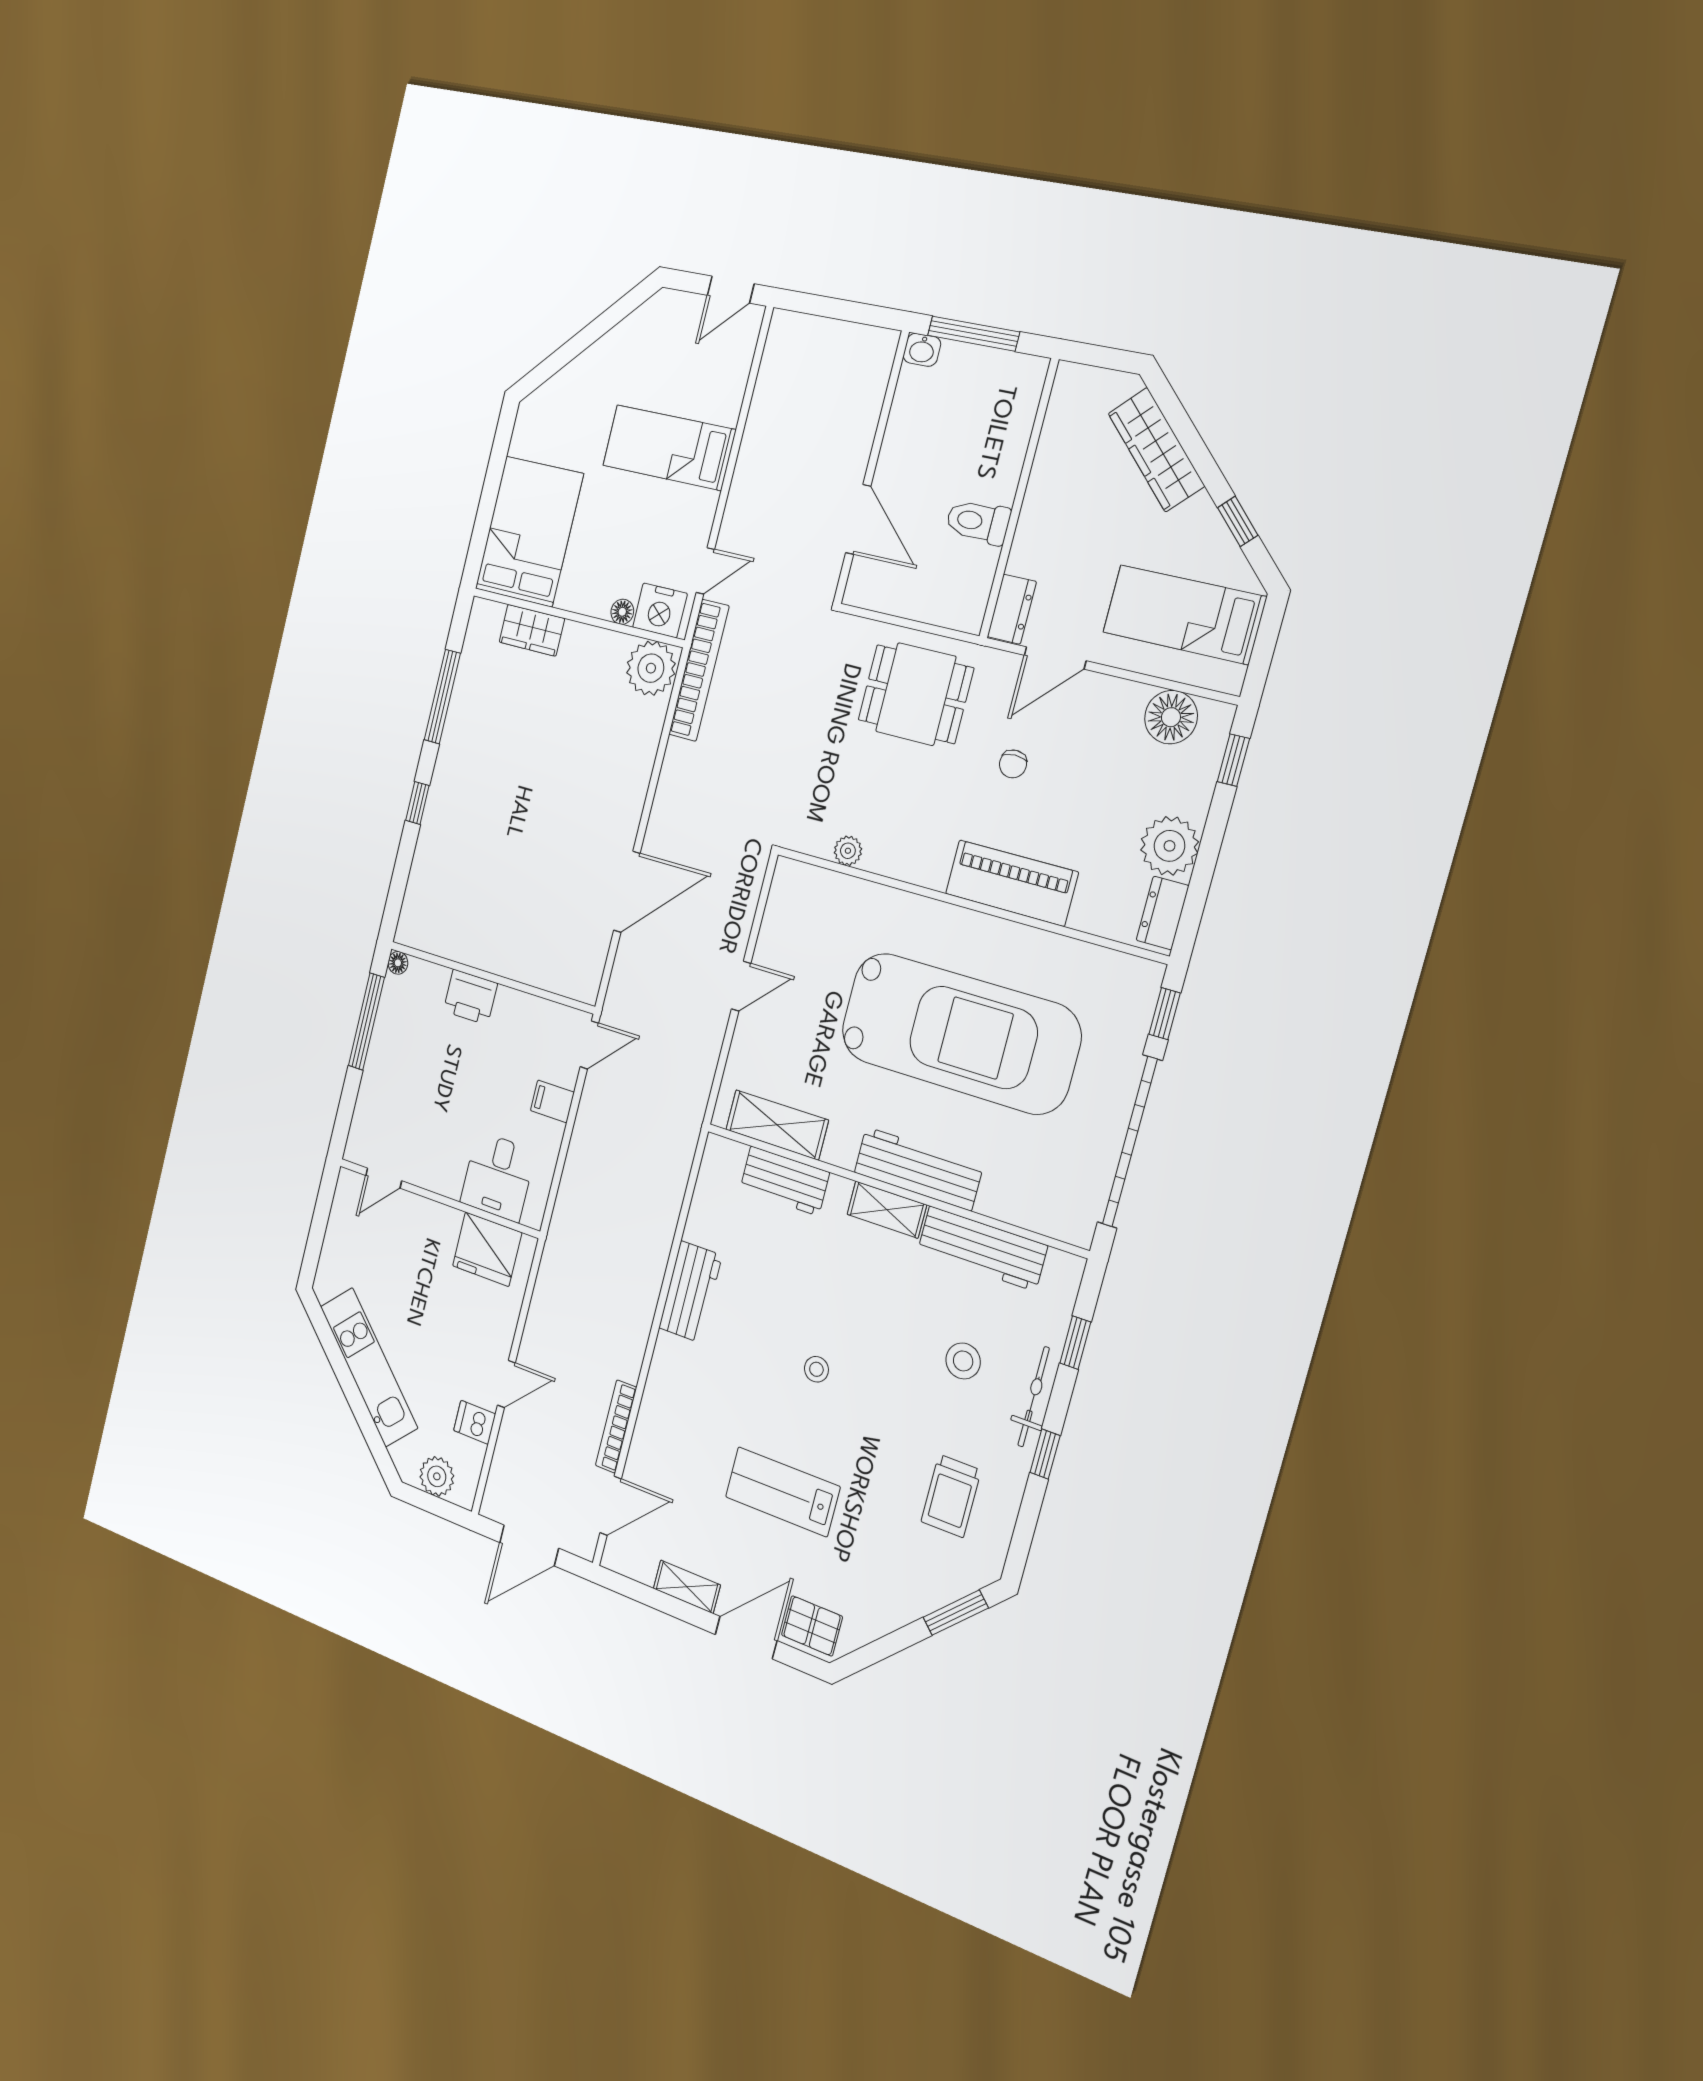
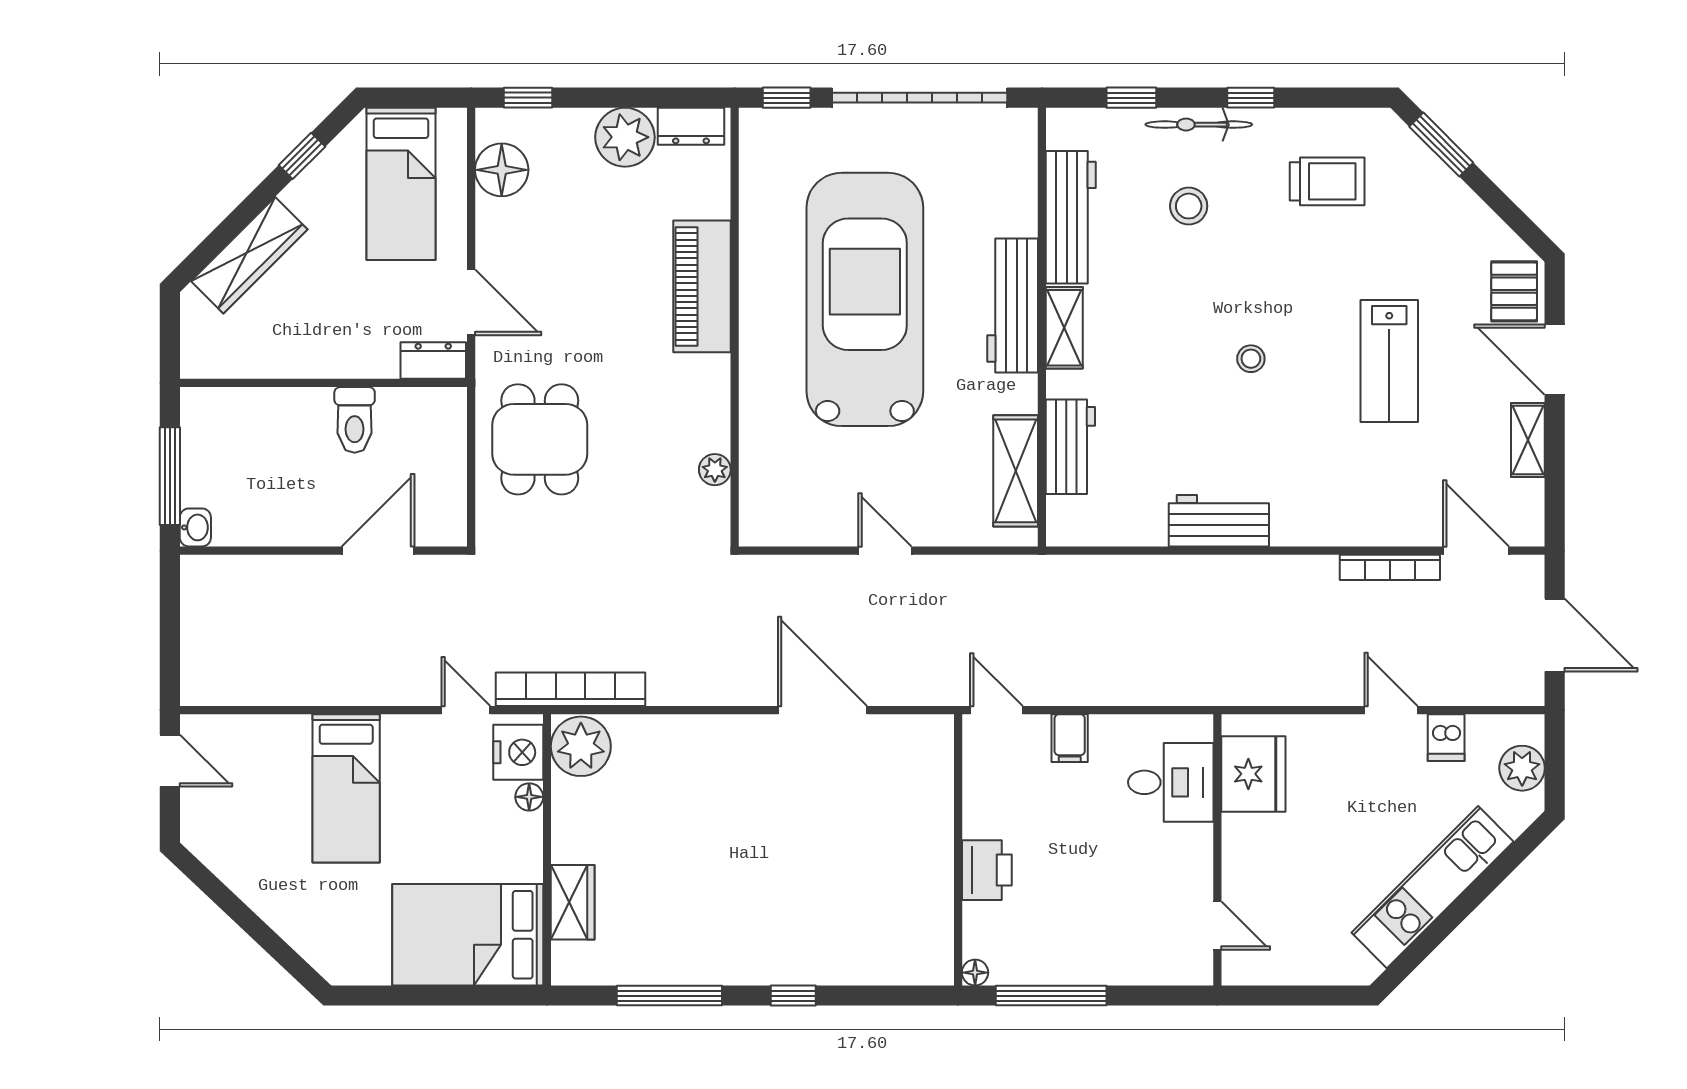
chair: (1013, 764) -> (585, 317), removed

